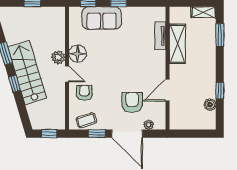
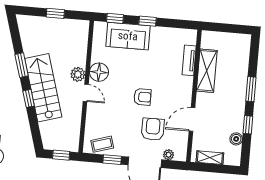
shelving: (203, 12) -> (210, 158), moved
window: (220, 35) -> (251, 89), moved
armchair: (84, 93) -> (142, 97), moved, turned 90

